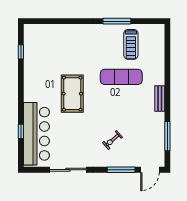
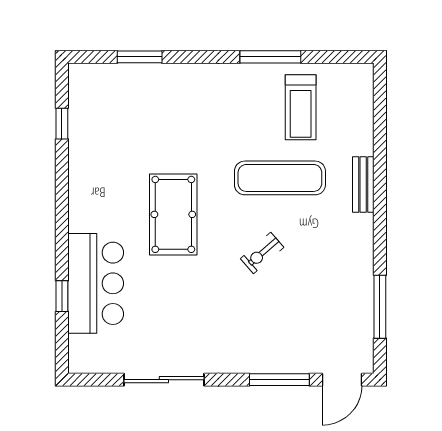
window: (57, 21) -> (140, 57), added
bench: (160, 98) -> (363, 185), moved
bar counter: (36, 134) -> (96, 283), width x0.73
exercise bike: (112, 140) -> (262, 253), moved

